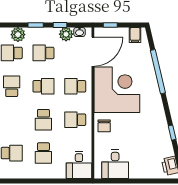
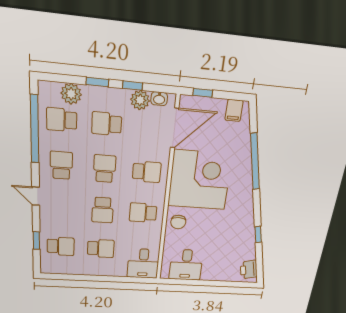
school desk: (43, 86) -> (105, 169), turned -90
school desk: (75, 86) -> (147, 172), turned 180
school desk: (43, 153) -> (101, 248), turned -90

